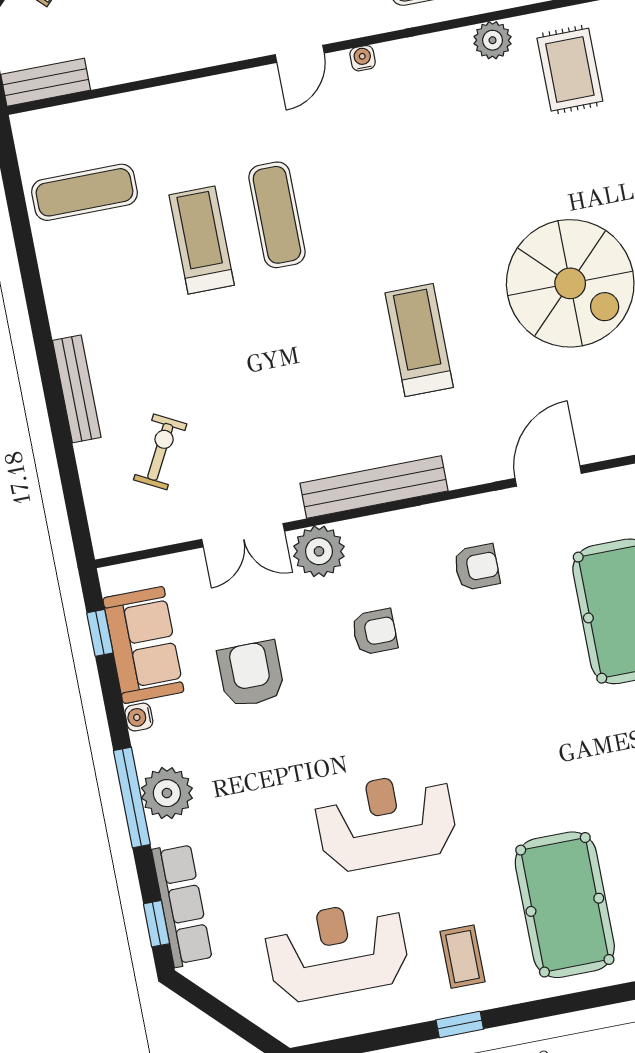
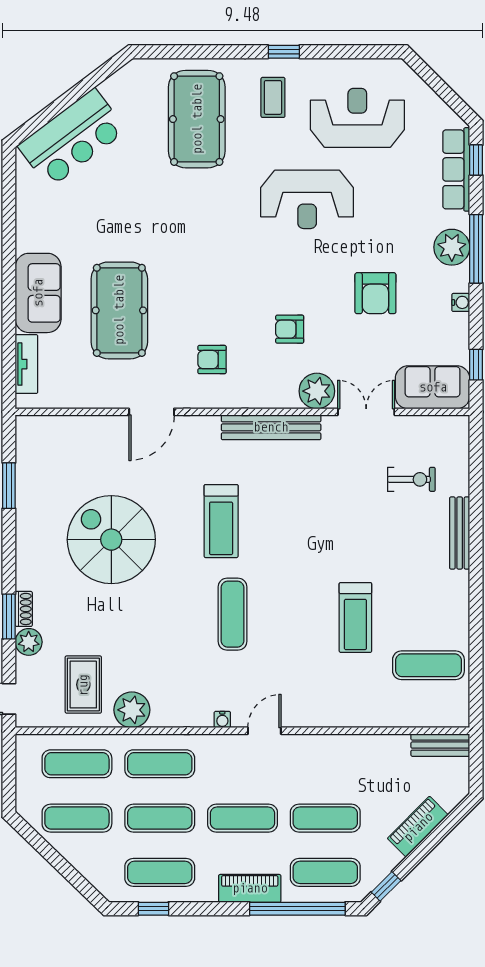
plant: (493, 40) -> (132, 710), width x1.36, depth x1.36
exercise mat: (277, 215) -> (232, 614), moved
exercise bike: (160, 452) -> (411, 479), turned -118
sofa: (143, 645) -> (433, 387), moved, turned 90
armchair: (251, 674) -> (375, 293), moved
reception desk: (337, 951) -> (357, 118), turned 180

